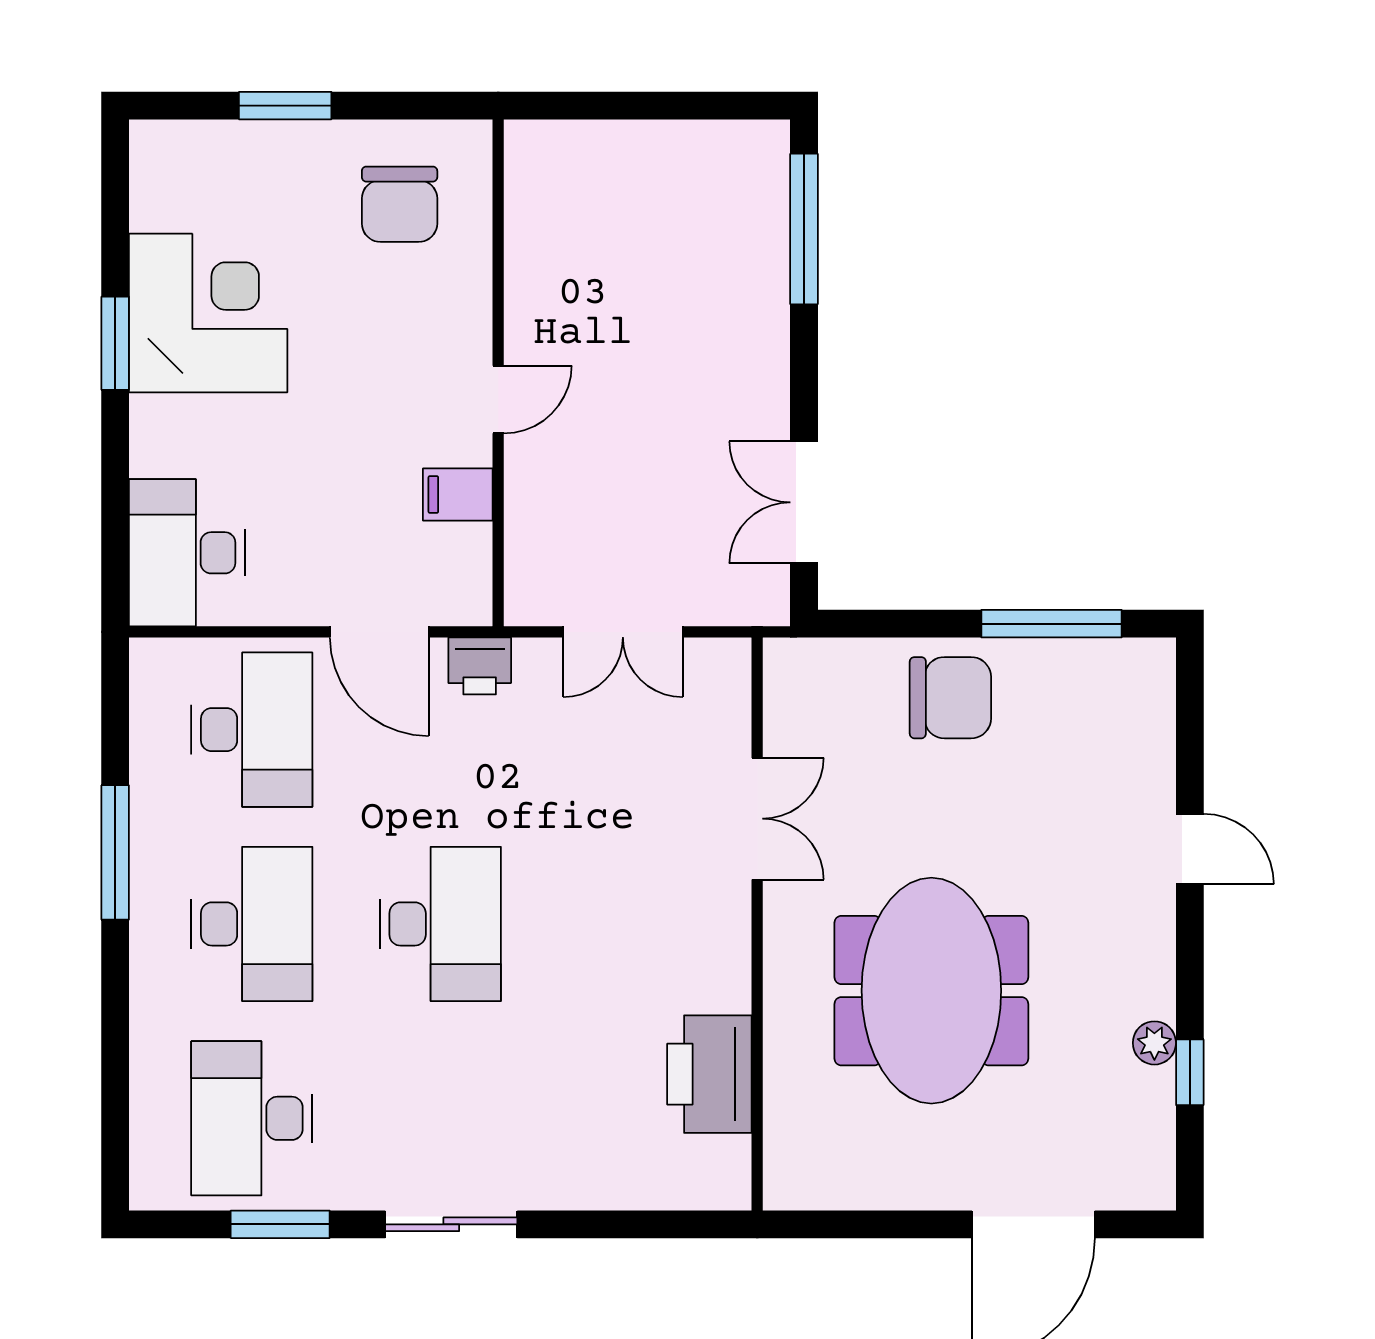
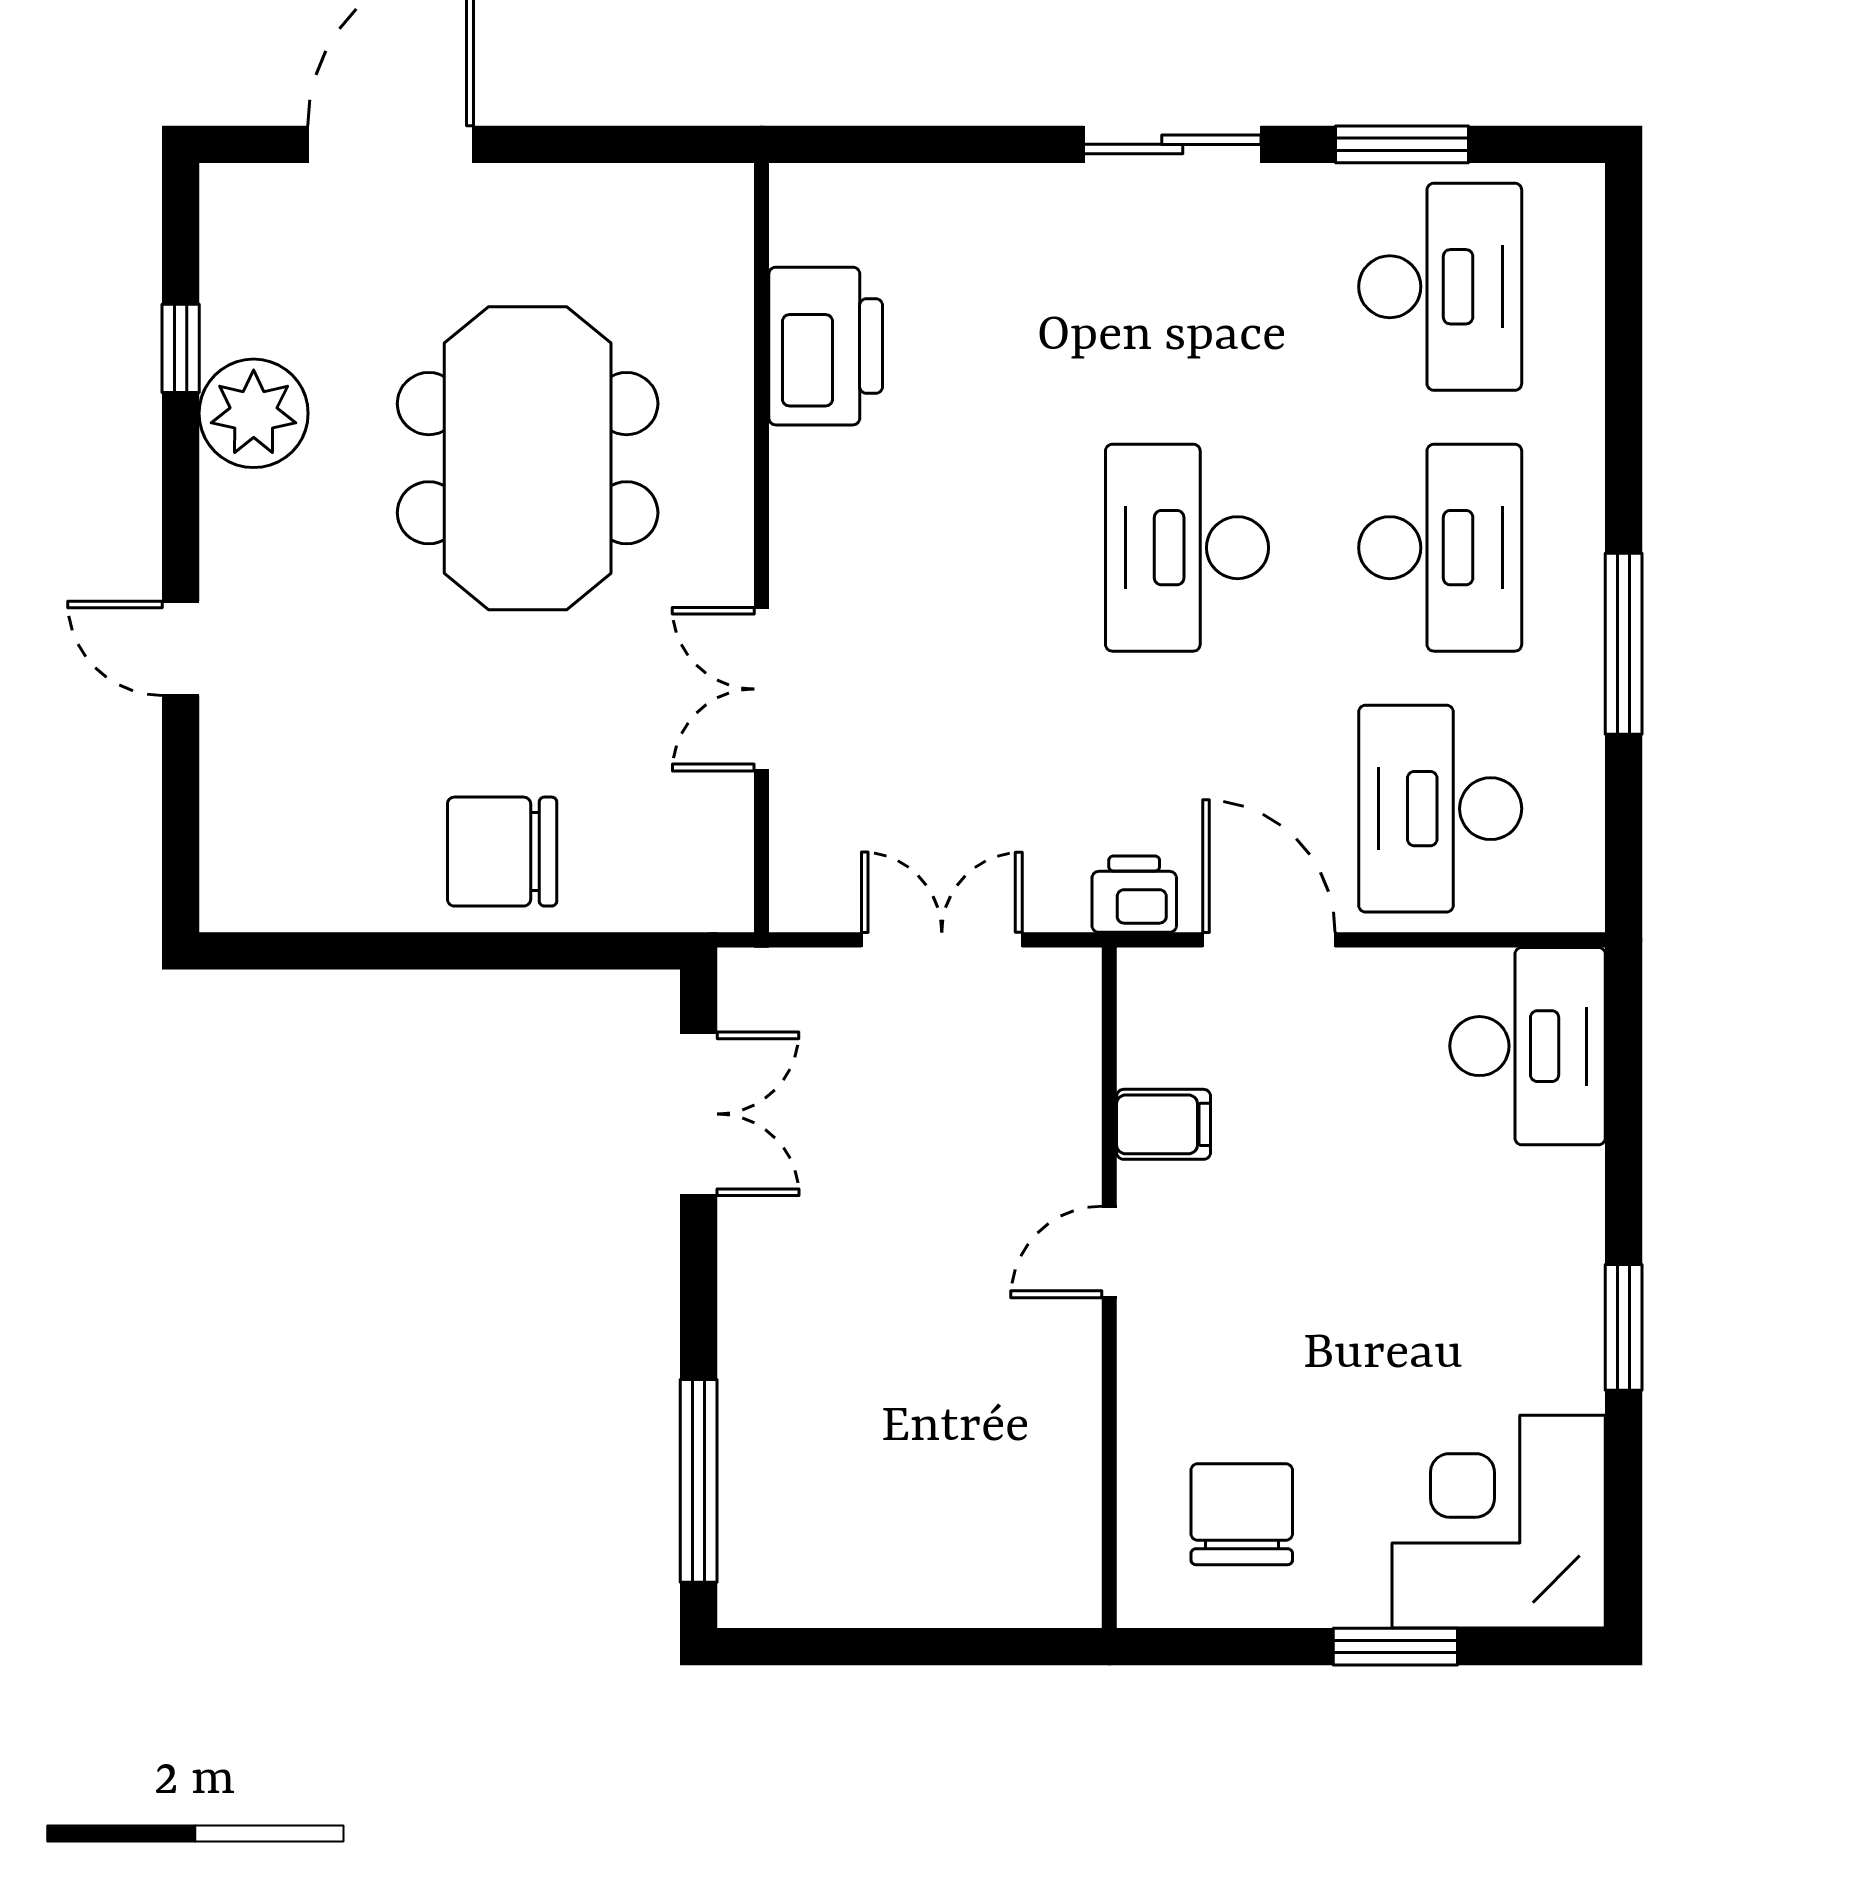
corner desk: (208, 313) -> (1499, 1522), moved, turned 90
window: (1052, 624) -> (366, 951), removed
desk: (252, 924) -> (1440, 548), turned 180
plant: (1154, 1043) -> (254, 413), width x1.88, depth x1.88

